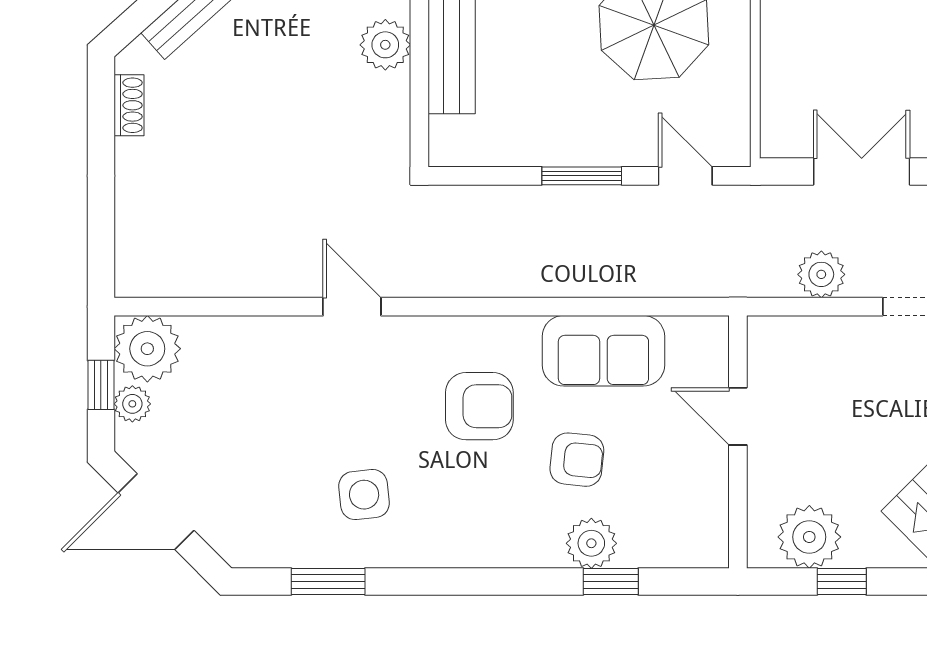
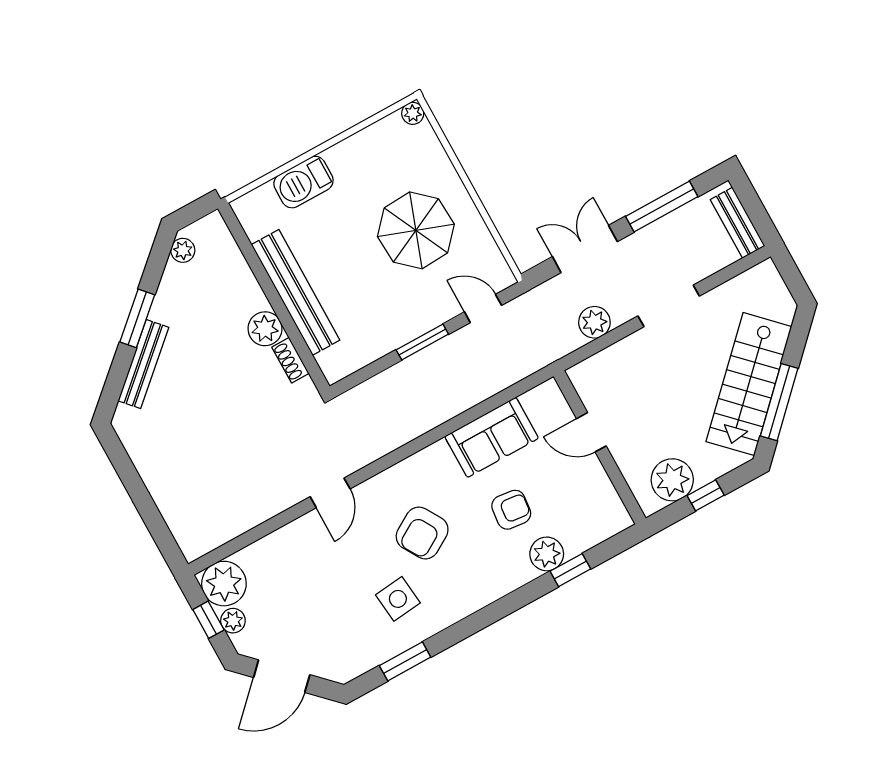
shoe rack: (129, 105) -> (290, 360), moved, turned 180
door: (352, 307) -> (330, 493), swing flipped
armchair: (479, 406) -> (422, 533), moved, turned 149

